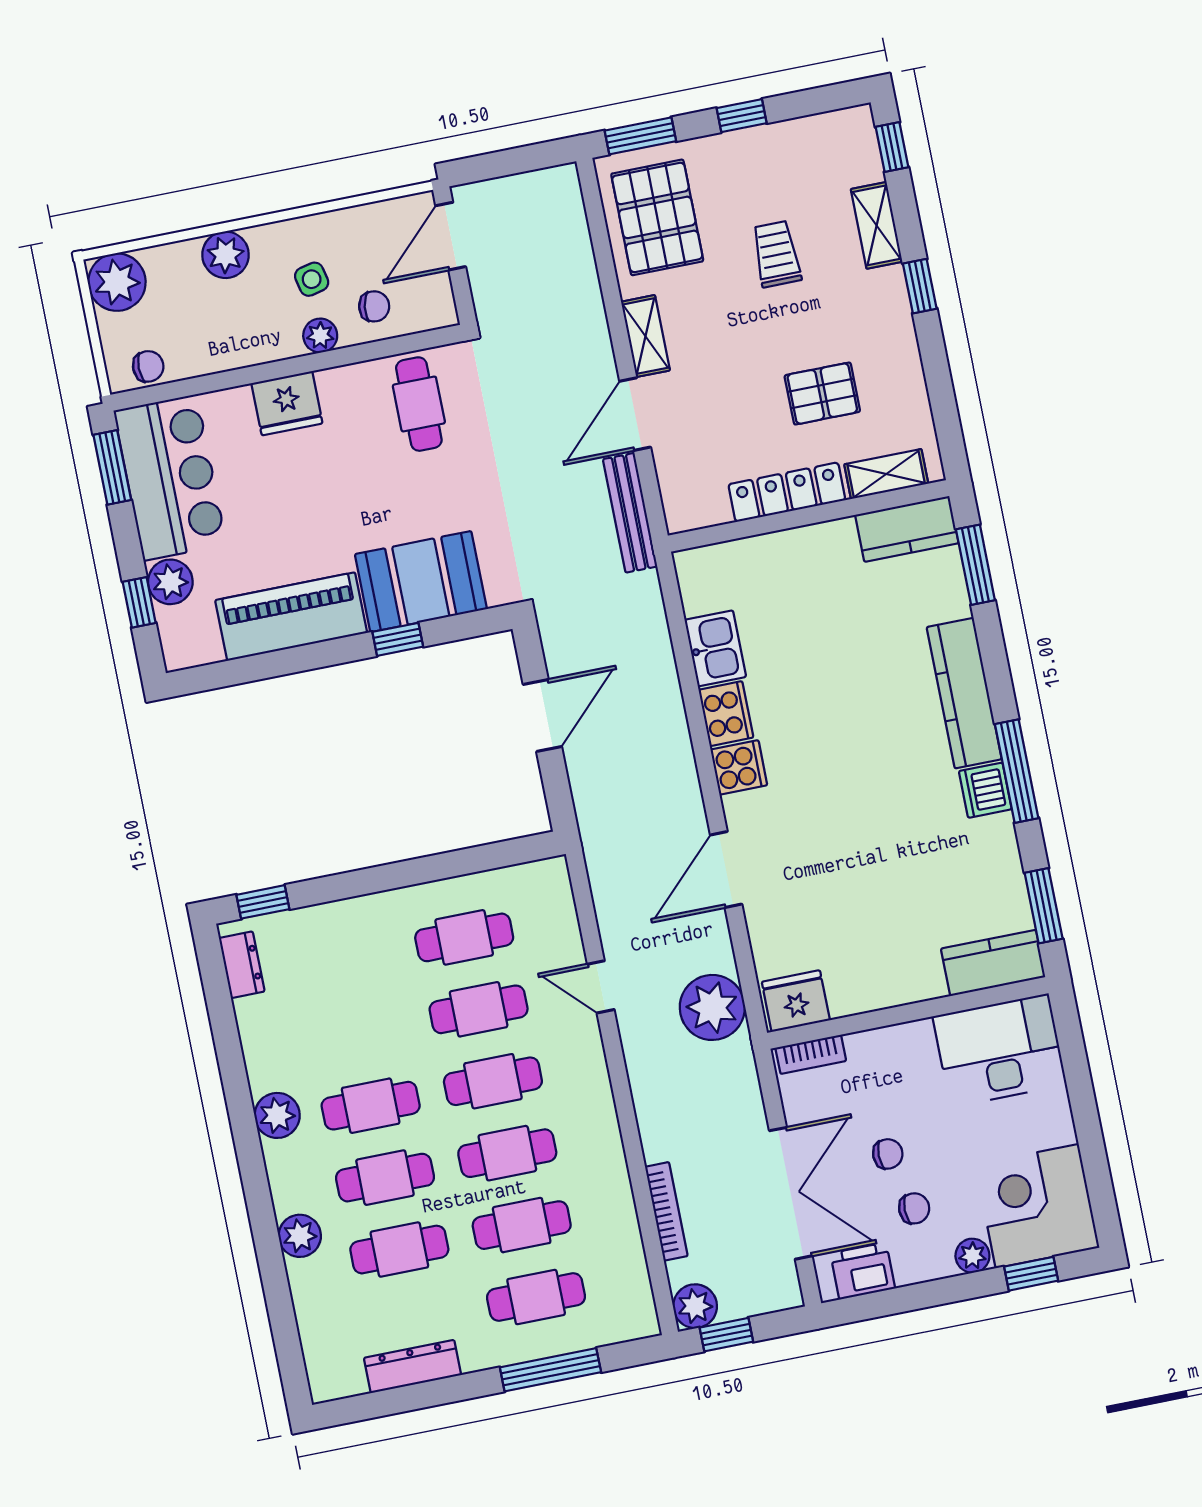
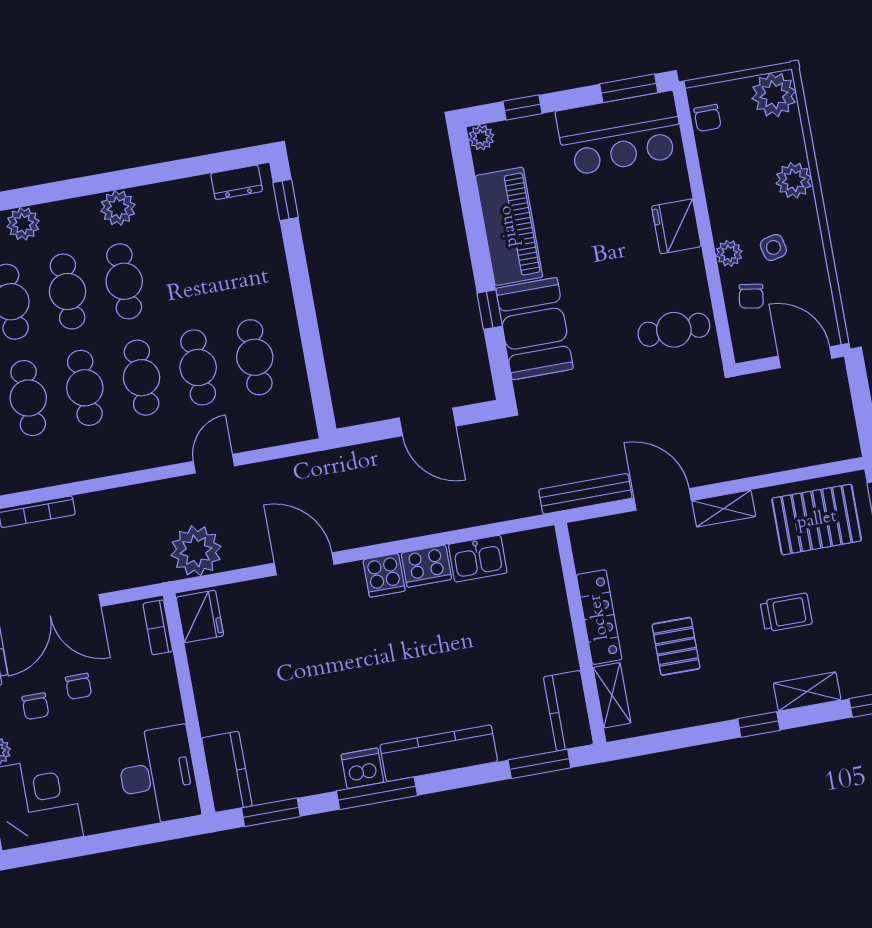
plant: (170, 582) -> (481, 137), moved, width x0.73, depth x0.73

